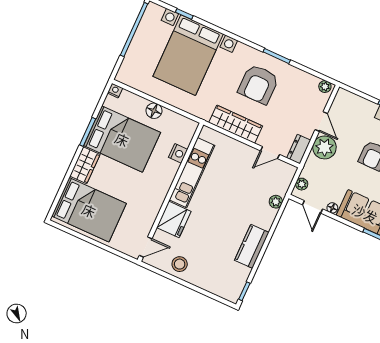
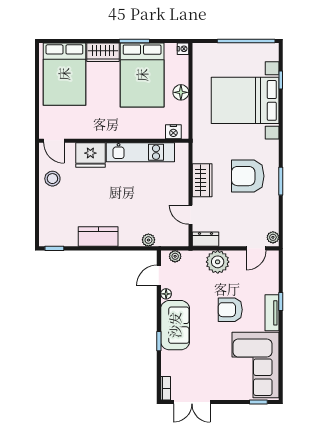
door: (321, 122) -> (256, 248), moved
wardrobe: (236, 124) -> (202, 180), width x0.67
nightstand: (178, 153) -> (173, 132), moved

